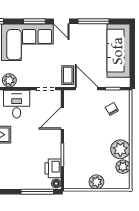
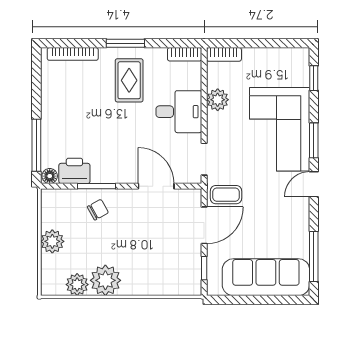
window: (93, 21) -> (314, 256), moved
chair: (112, 109) -> (98, 210), moved

